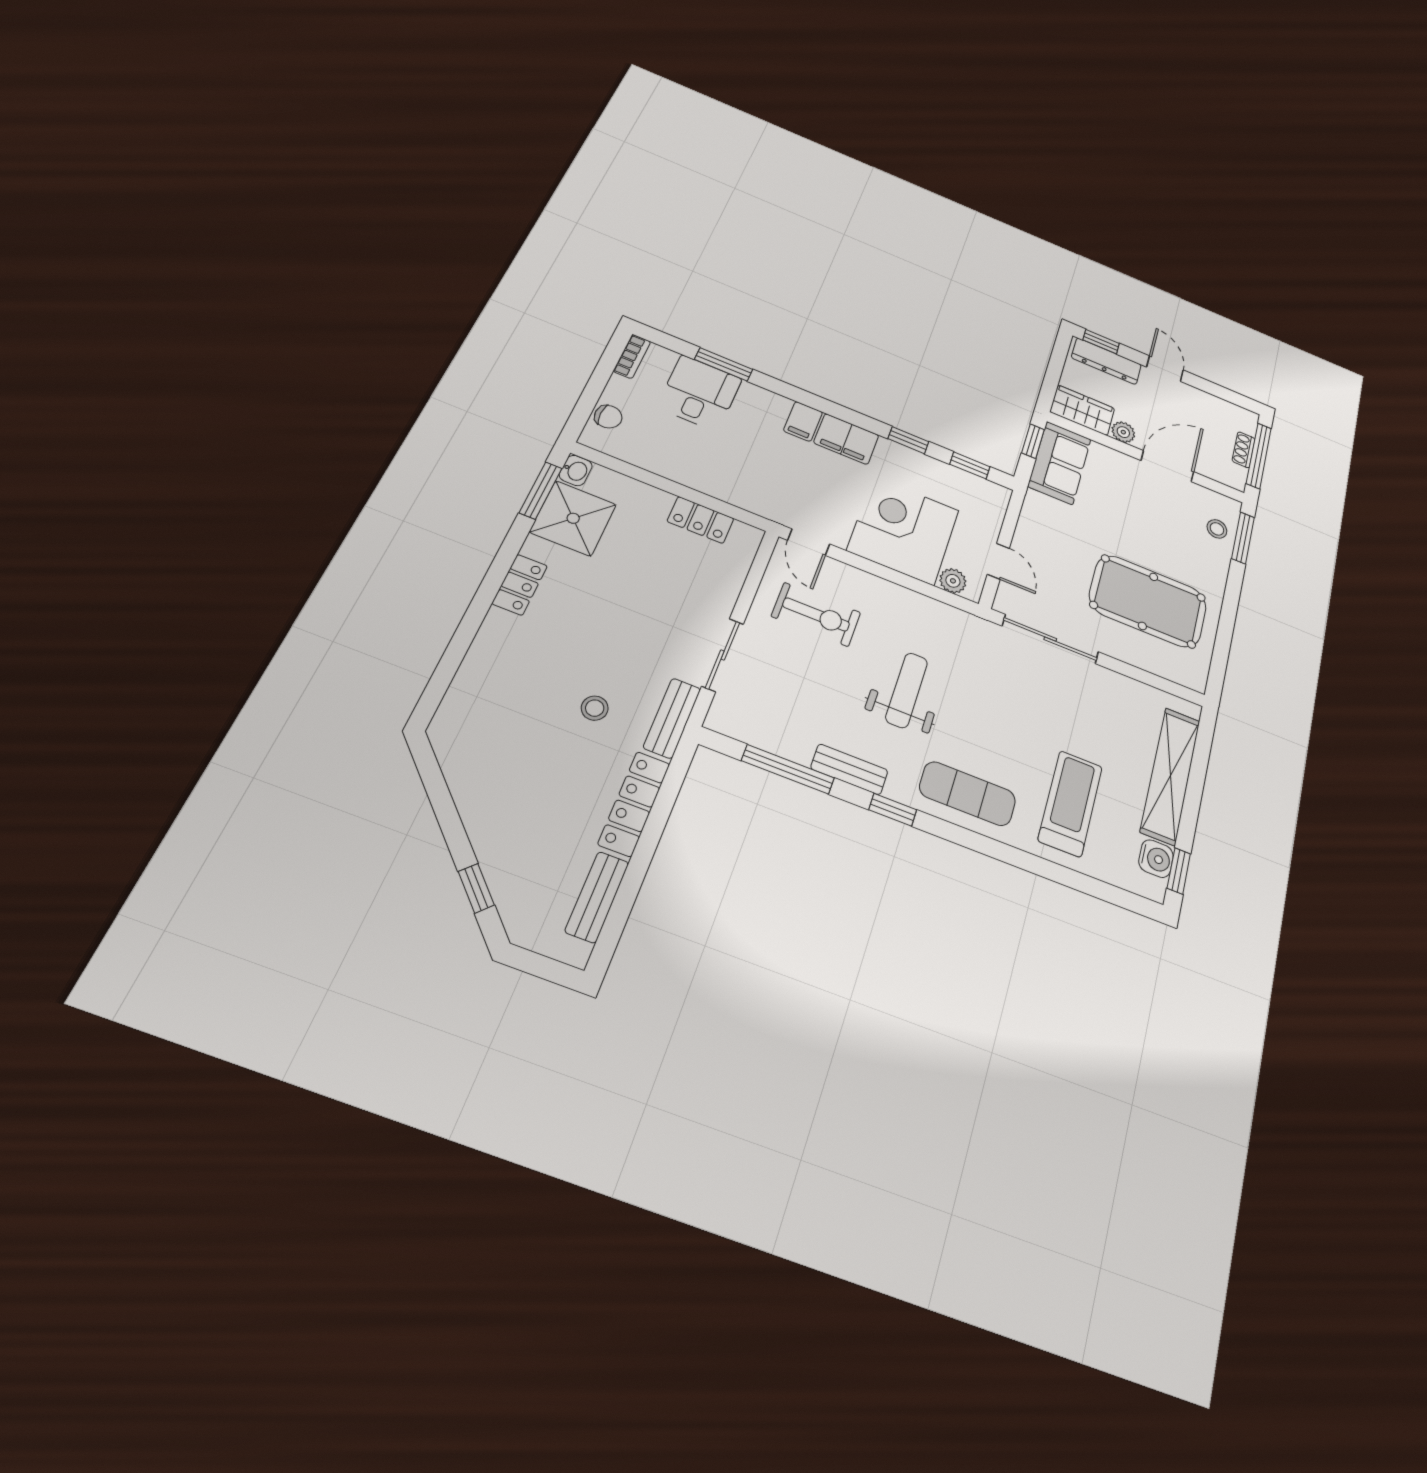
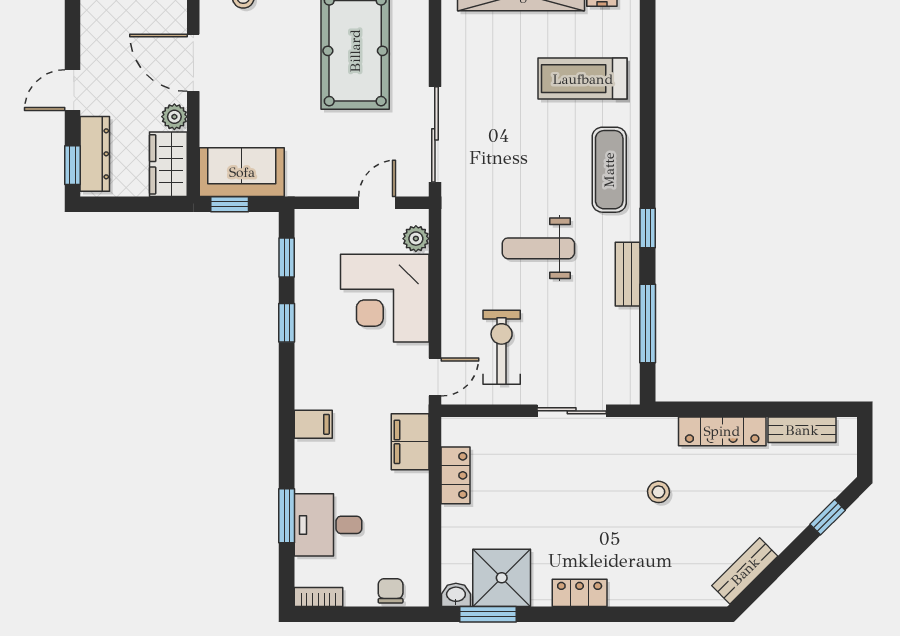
filing cabinet: (846, 439) -> (410, 442), moved, turned 180
bench: (672, 718) -> (745, 571), moved, turned -45

